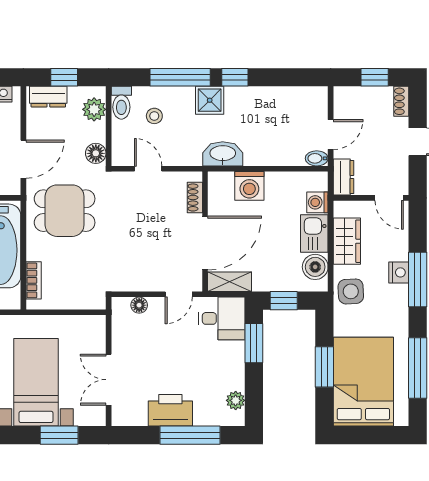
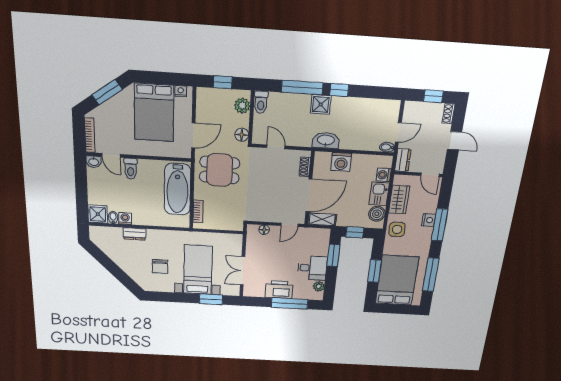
dresser: (48, 97) -> (211, 95), removed
stool: (154, 116) -> (283, 113), removed
desk: (222, 318) -> (312, 268), moved

